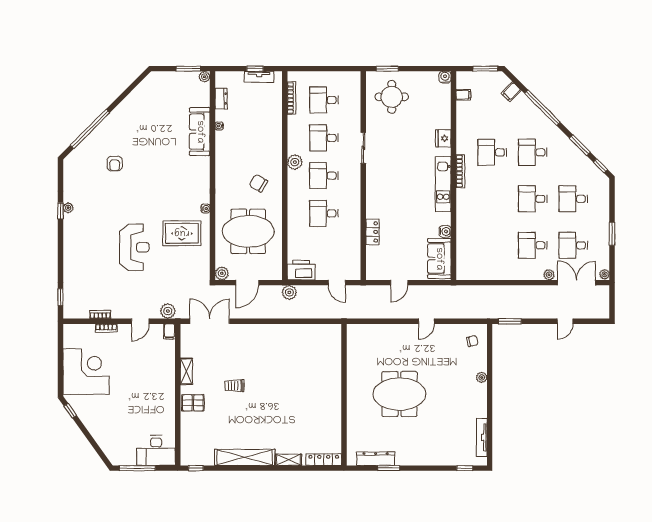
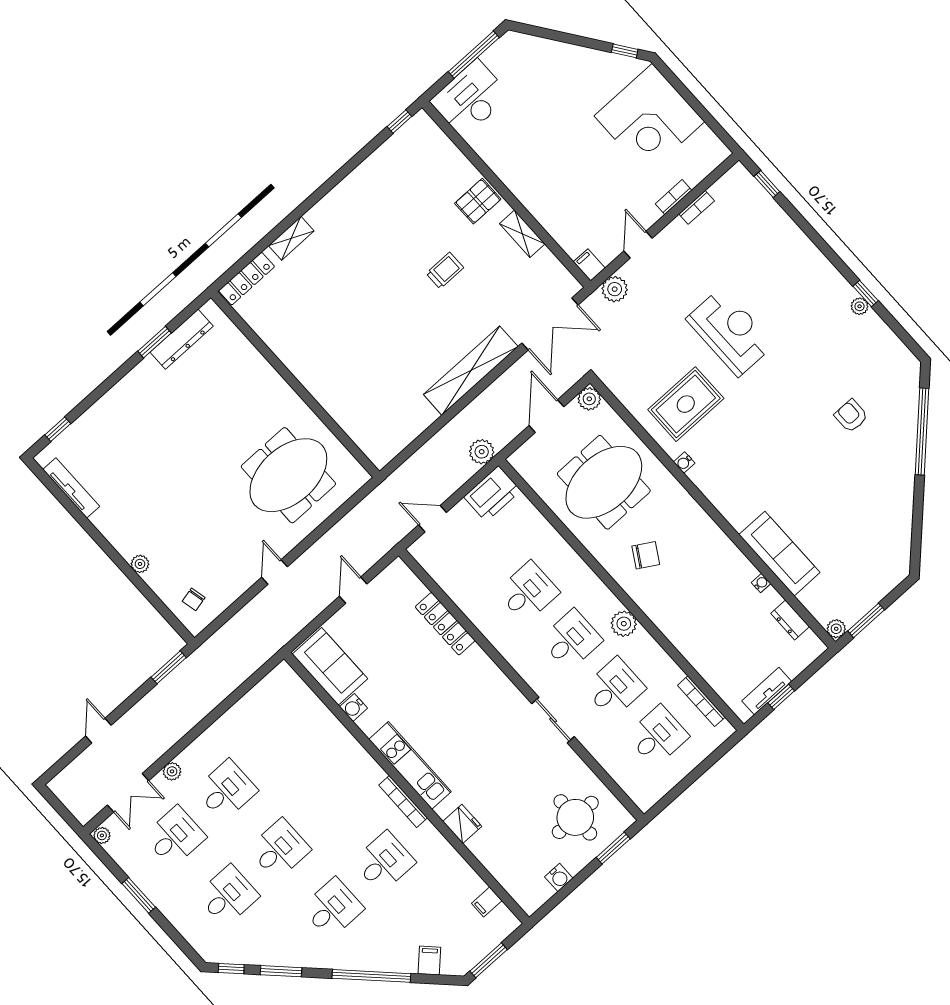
water cooler: (445, 77) -> (559, 878), moved
locker: (372, 232) -> (445, 624), width x1.53
reception desk: (134, 247) -> (730, 332), turned 180
double door: (577, 283) -> (128, 793), width x0.73
meeting table: (399, 394) -> (288, 475), moved
shelving: (245, 457) -> (471, 371), moved

